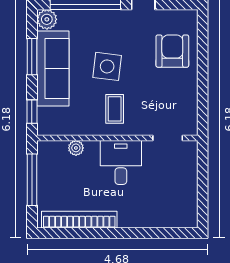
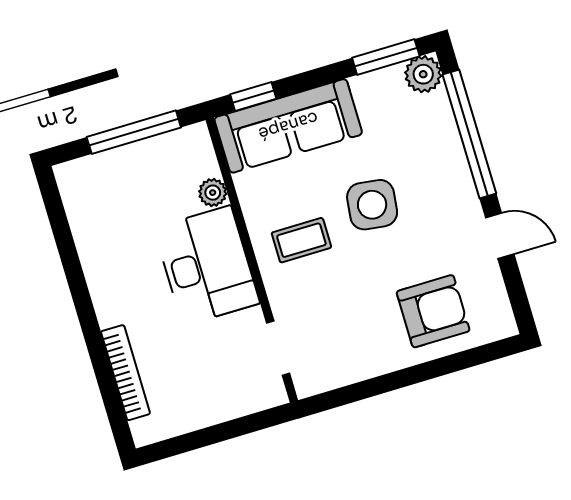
window: (32, 57) -> (386, 57), moved
sofa: (53, 69) -> (288, 126), moved
desk: (121, 162) -> (207, 266), width x1.37
bookcase: (79, 220) -> (126, 373), moved, width x0.68, depth x0.76

